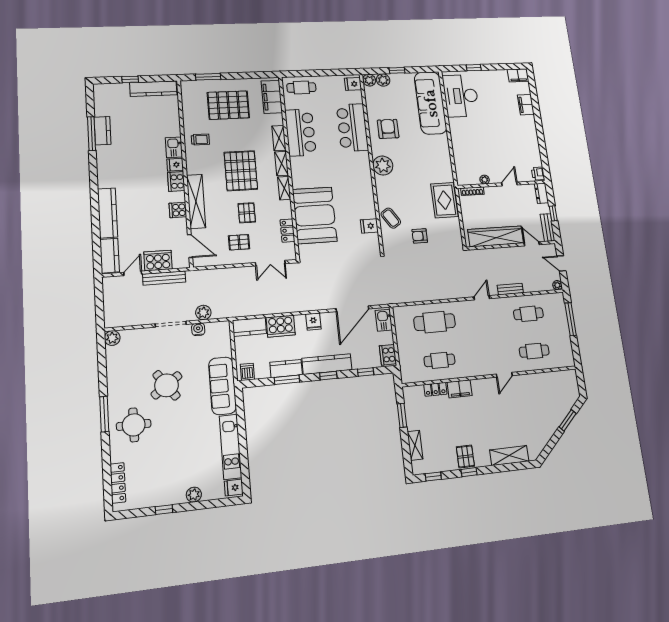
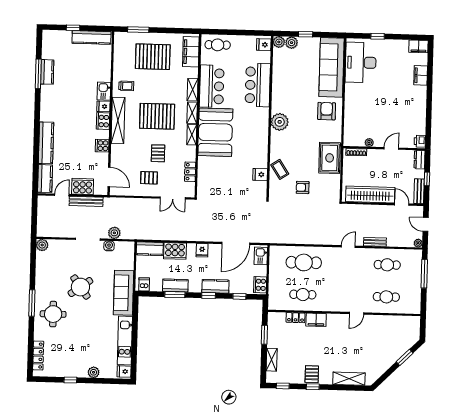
armchair: (388, 129) -> (327, 111), moved
pallet: (241, 171) -> (157, 116), turned 90
shelving: (196, 201) -> (118, 120), moved
booth: (315, 215) -> (215, 132), moved
kitchen counter: (327, 364) -> (215, 286), width x0.67

